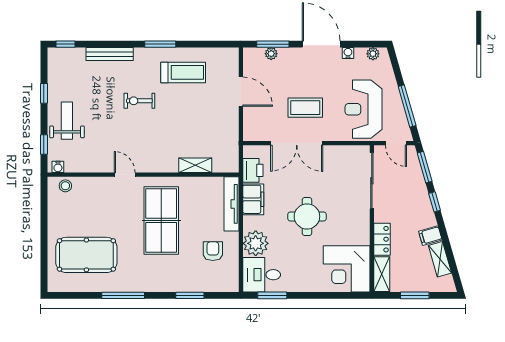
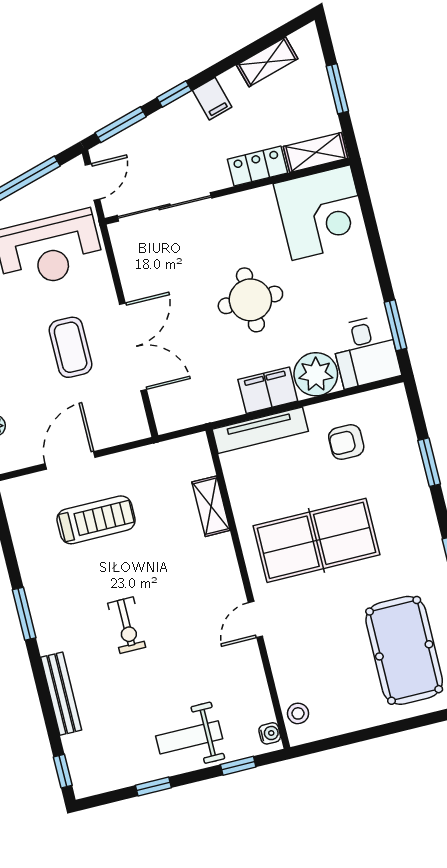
treadmill: (183, 72) -> (96, 520), moved, turned 90
printer: (253, 170) -> (196, 408), removed
filing cabinet: (253, 199) -> (268, 390), moved
filing cabinet: (430, 236) -> (212, 99), moved

